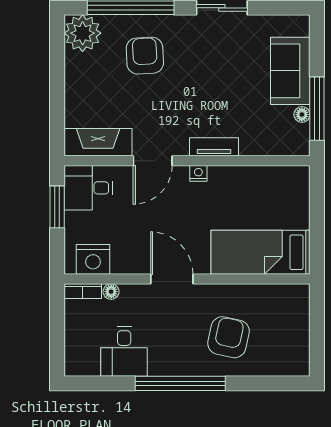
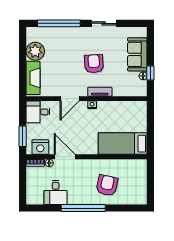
plant: (83, 33) -> (35, 51), moved
armchair: (145, 56) -> (94, 64), moved
window: (317, 109) -> (150, 73), width x0.46
fireplace: (98, 142) -> (33, 78), moved, turned 90
window: (57, 207) -> (23, 136), moved
door: (172, 279) -> (65, 157), moved

